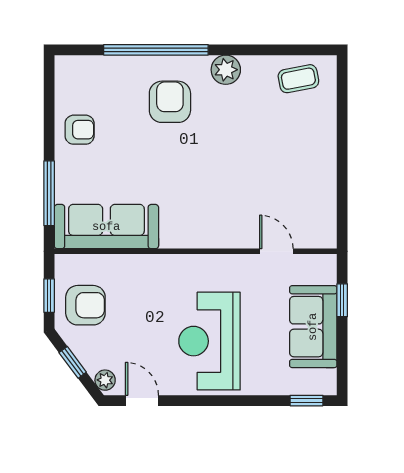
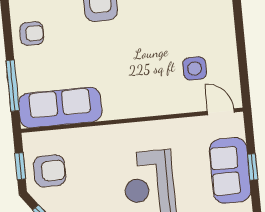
side table: (281, 194) -> (195, 68), added
door: (276, 251) -> (221, 112), moved
window: (342, 300) -> (253, 167), moved

